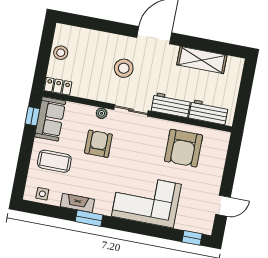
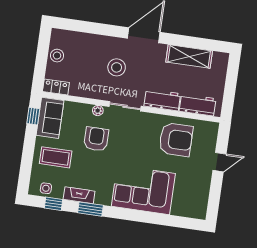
armchair: (183, 148) -> (176, 140), turned -90
door: (223, 206) -> (219, 162), moved
window: (192, 238) -> (54, 204), moved

